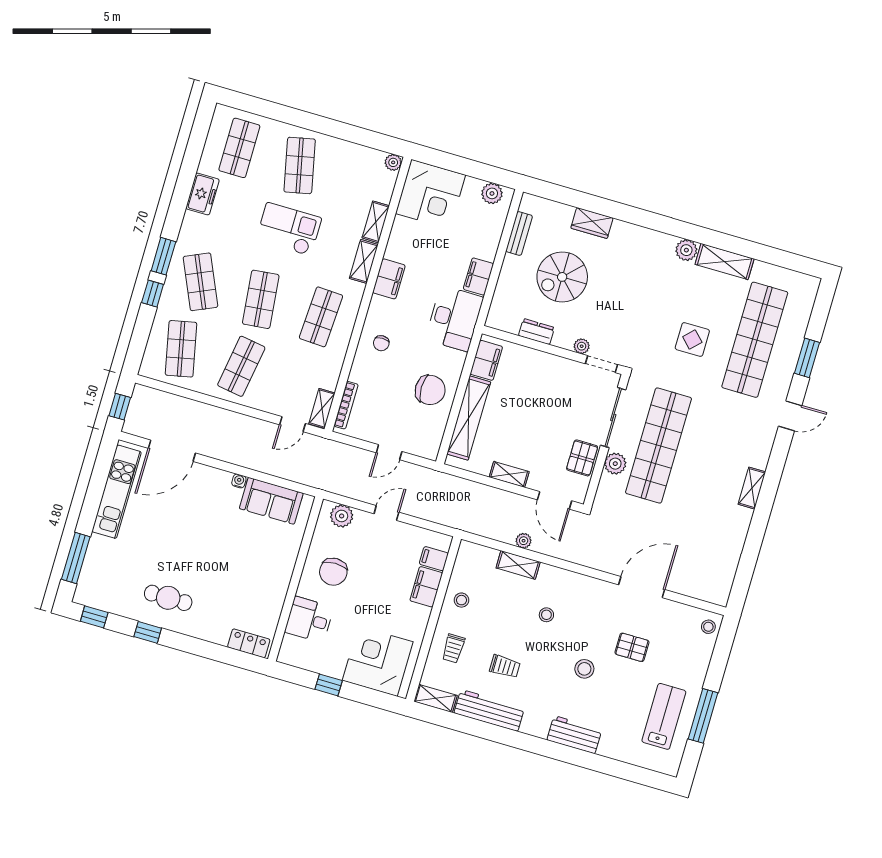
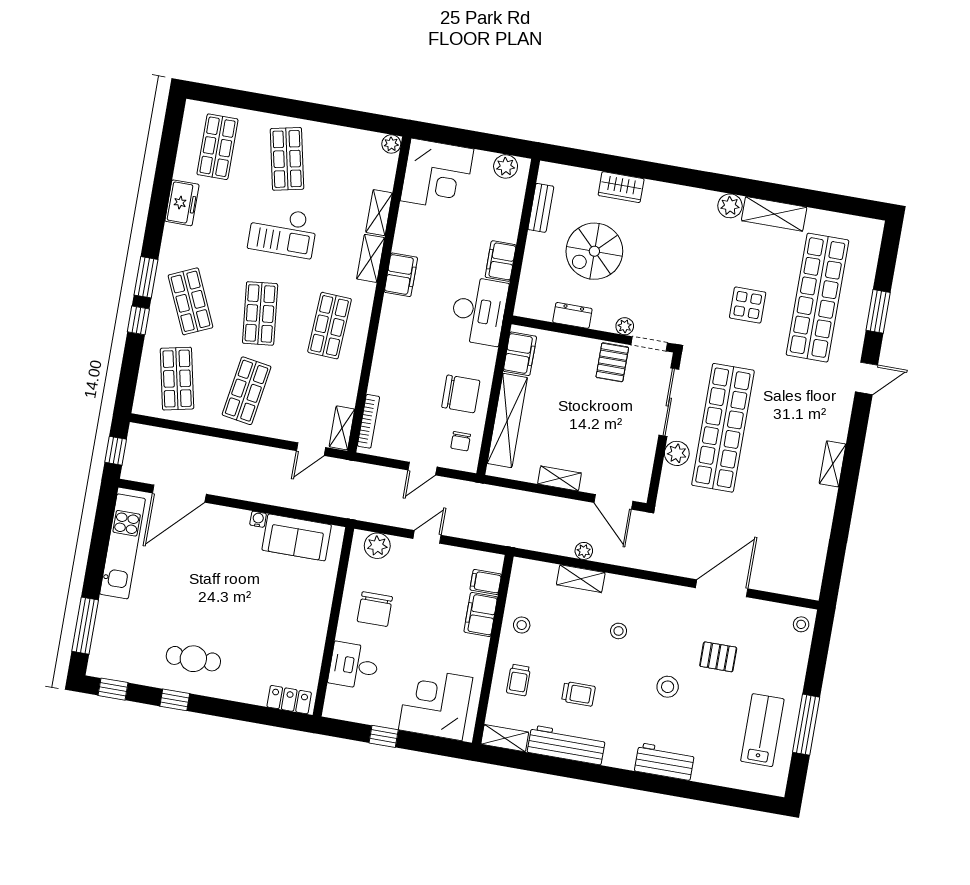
checkout: (289, 229) -> (283, 232), turned 180
chair: (381, 343) -> (461, 441), moved
pallet: (582, 458) -> (612, 362), moved

